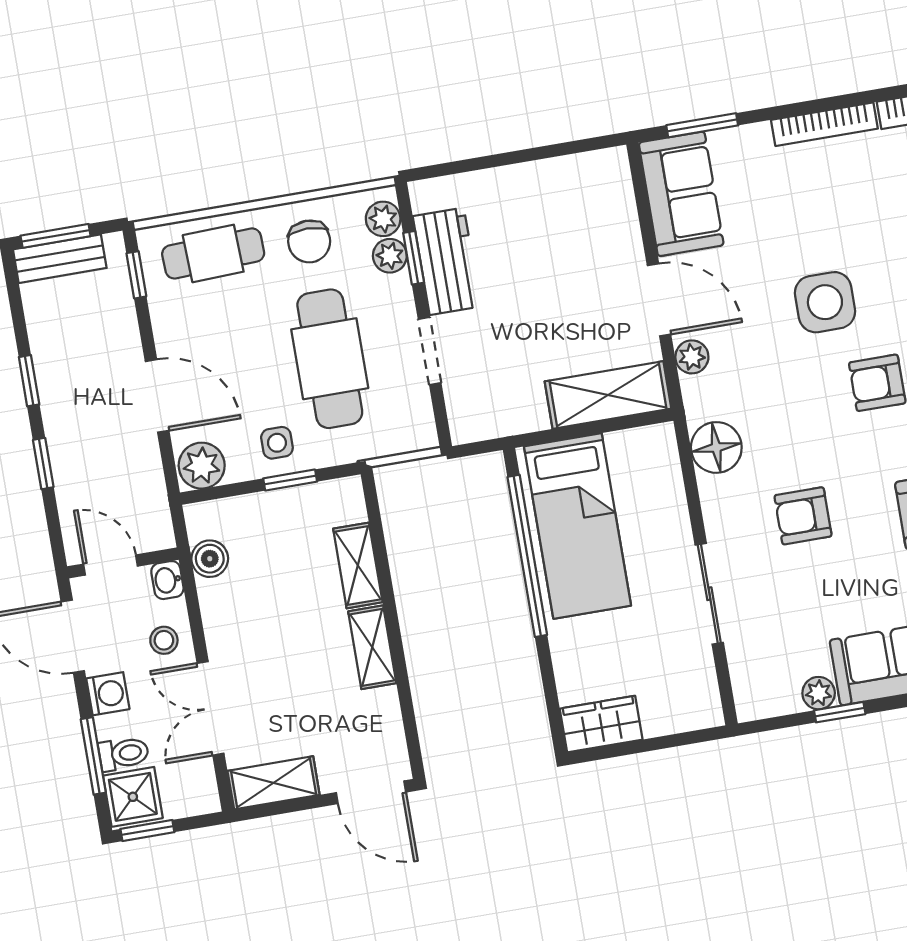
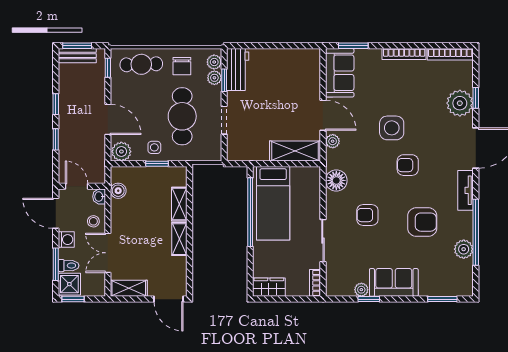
workbench: (447, 261) -> (238, 70), moved
bookcase: (707, 696) -> (315, 283), added

